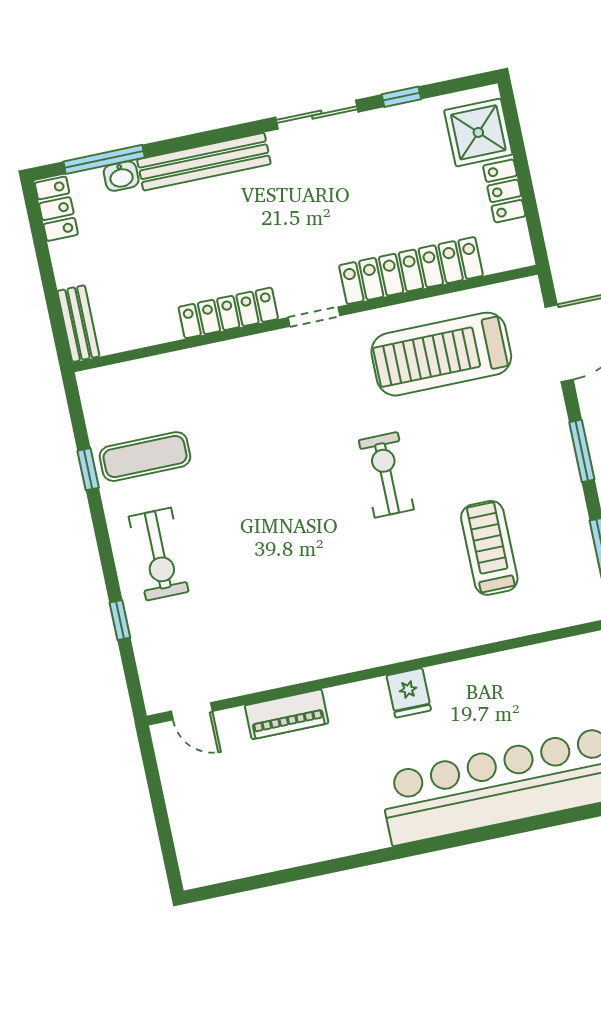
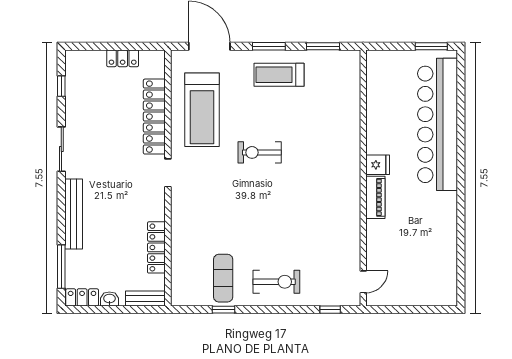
window: (401, 97) -> (61, 86), moved
shower: (478, 132) -> (89, 65), removed
washbasin: (121, 176) -> (109, 299), moved, turned -90
locker: (228, 313) -> (156, 247), moved
treadmill: (489, 548) -> (279, 75), moved
window: (120, 620) -> (330, 310), moved
piano: (287, 714) -> (375, 197), moved

